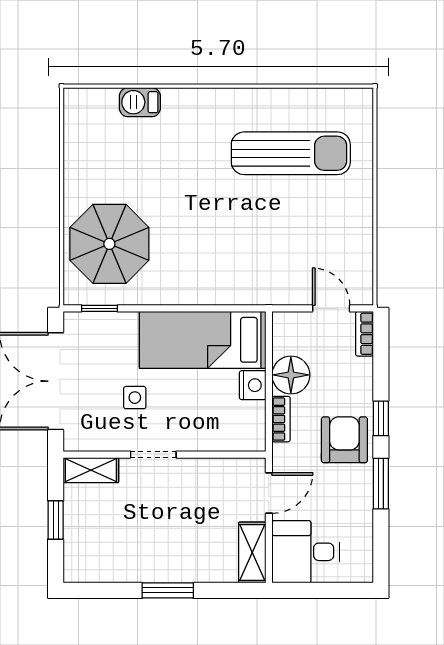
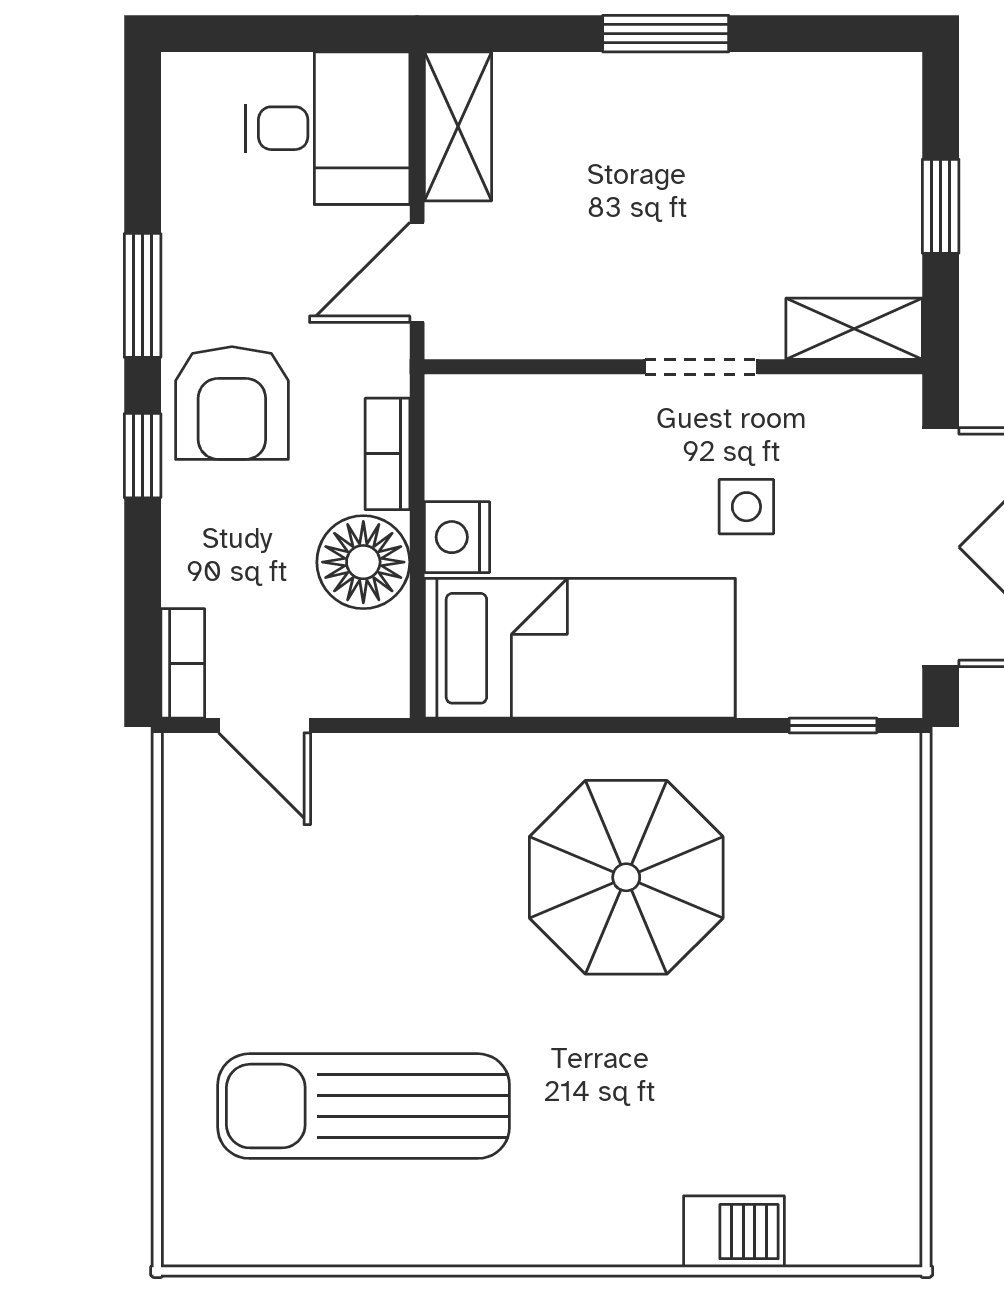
parasol: (109, 244) -> (626, 877), moved

